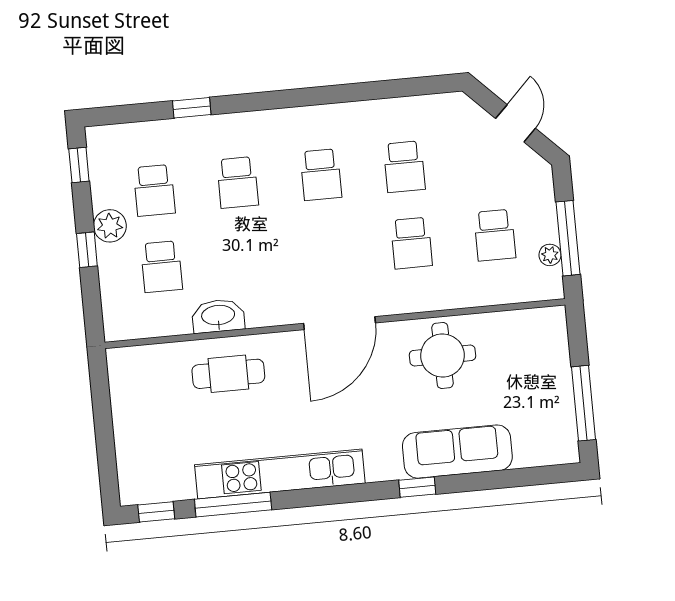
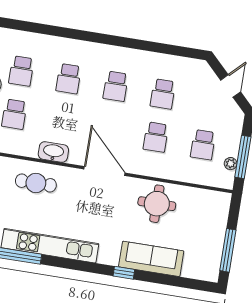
window: (192, 108) -> (54, 31), removed
washbasin: (218, 316) -> (53, 152), moved
door: (340, 323) -> (105, 171), swing flipped

